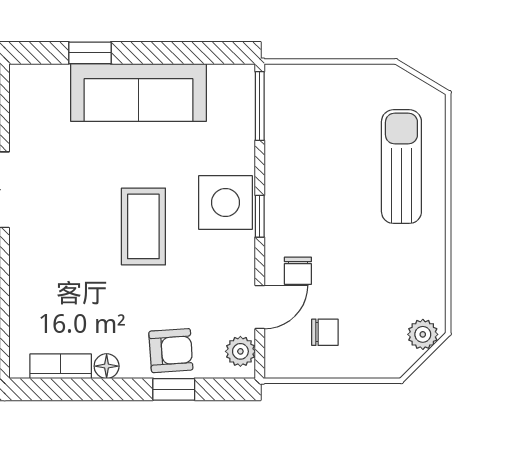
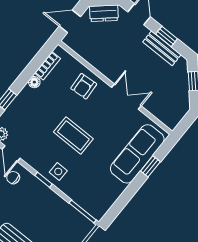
sofa: (138, 93) -> (137, 154), moved
side table: (225, 203) -> (58, 172), width x0.54, depth x0.54
armchair: (171, 351) -> (84, 86), moved

